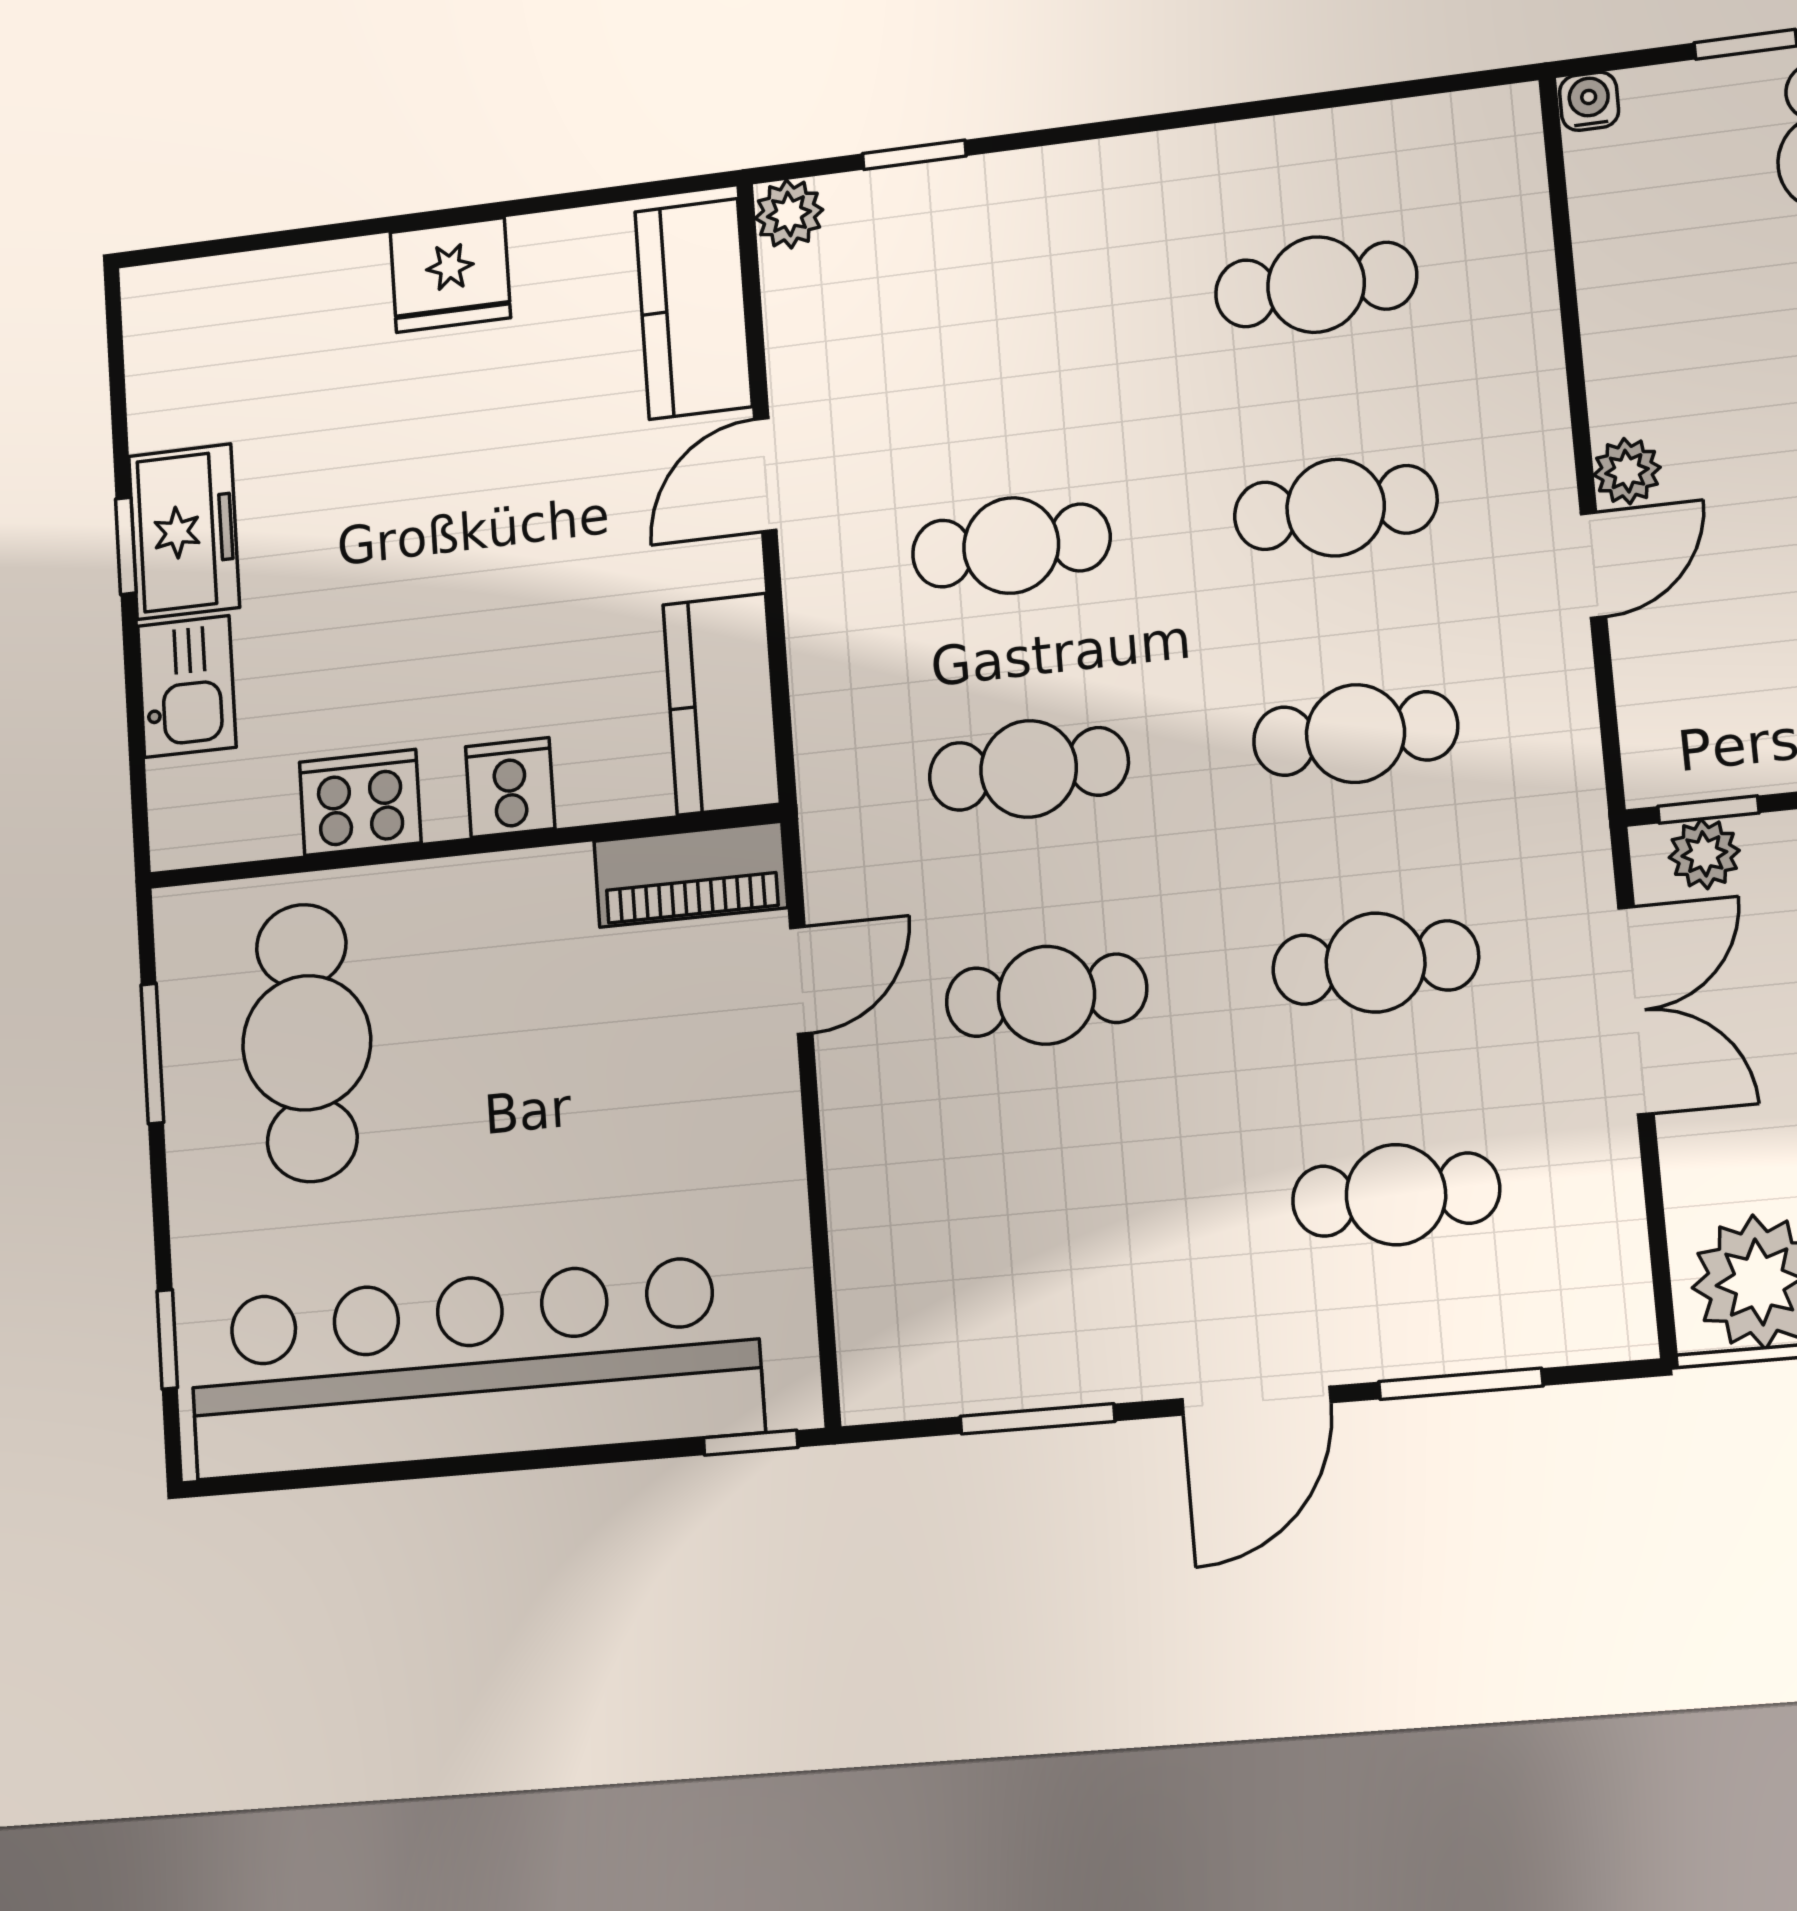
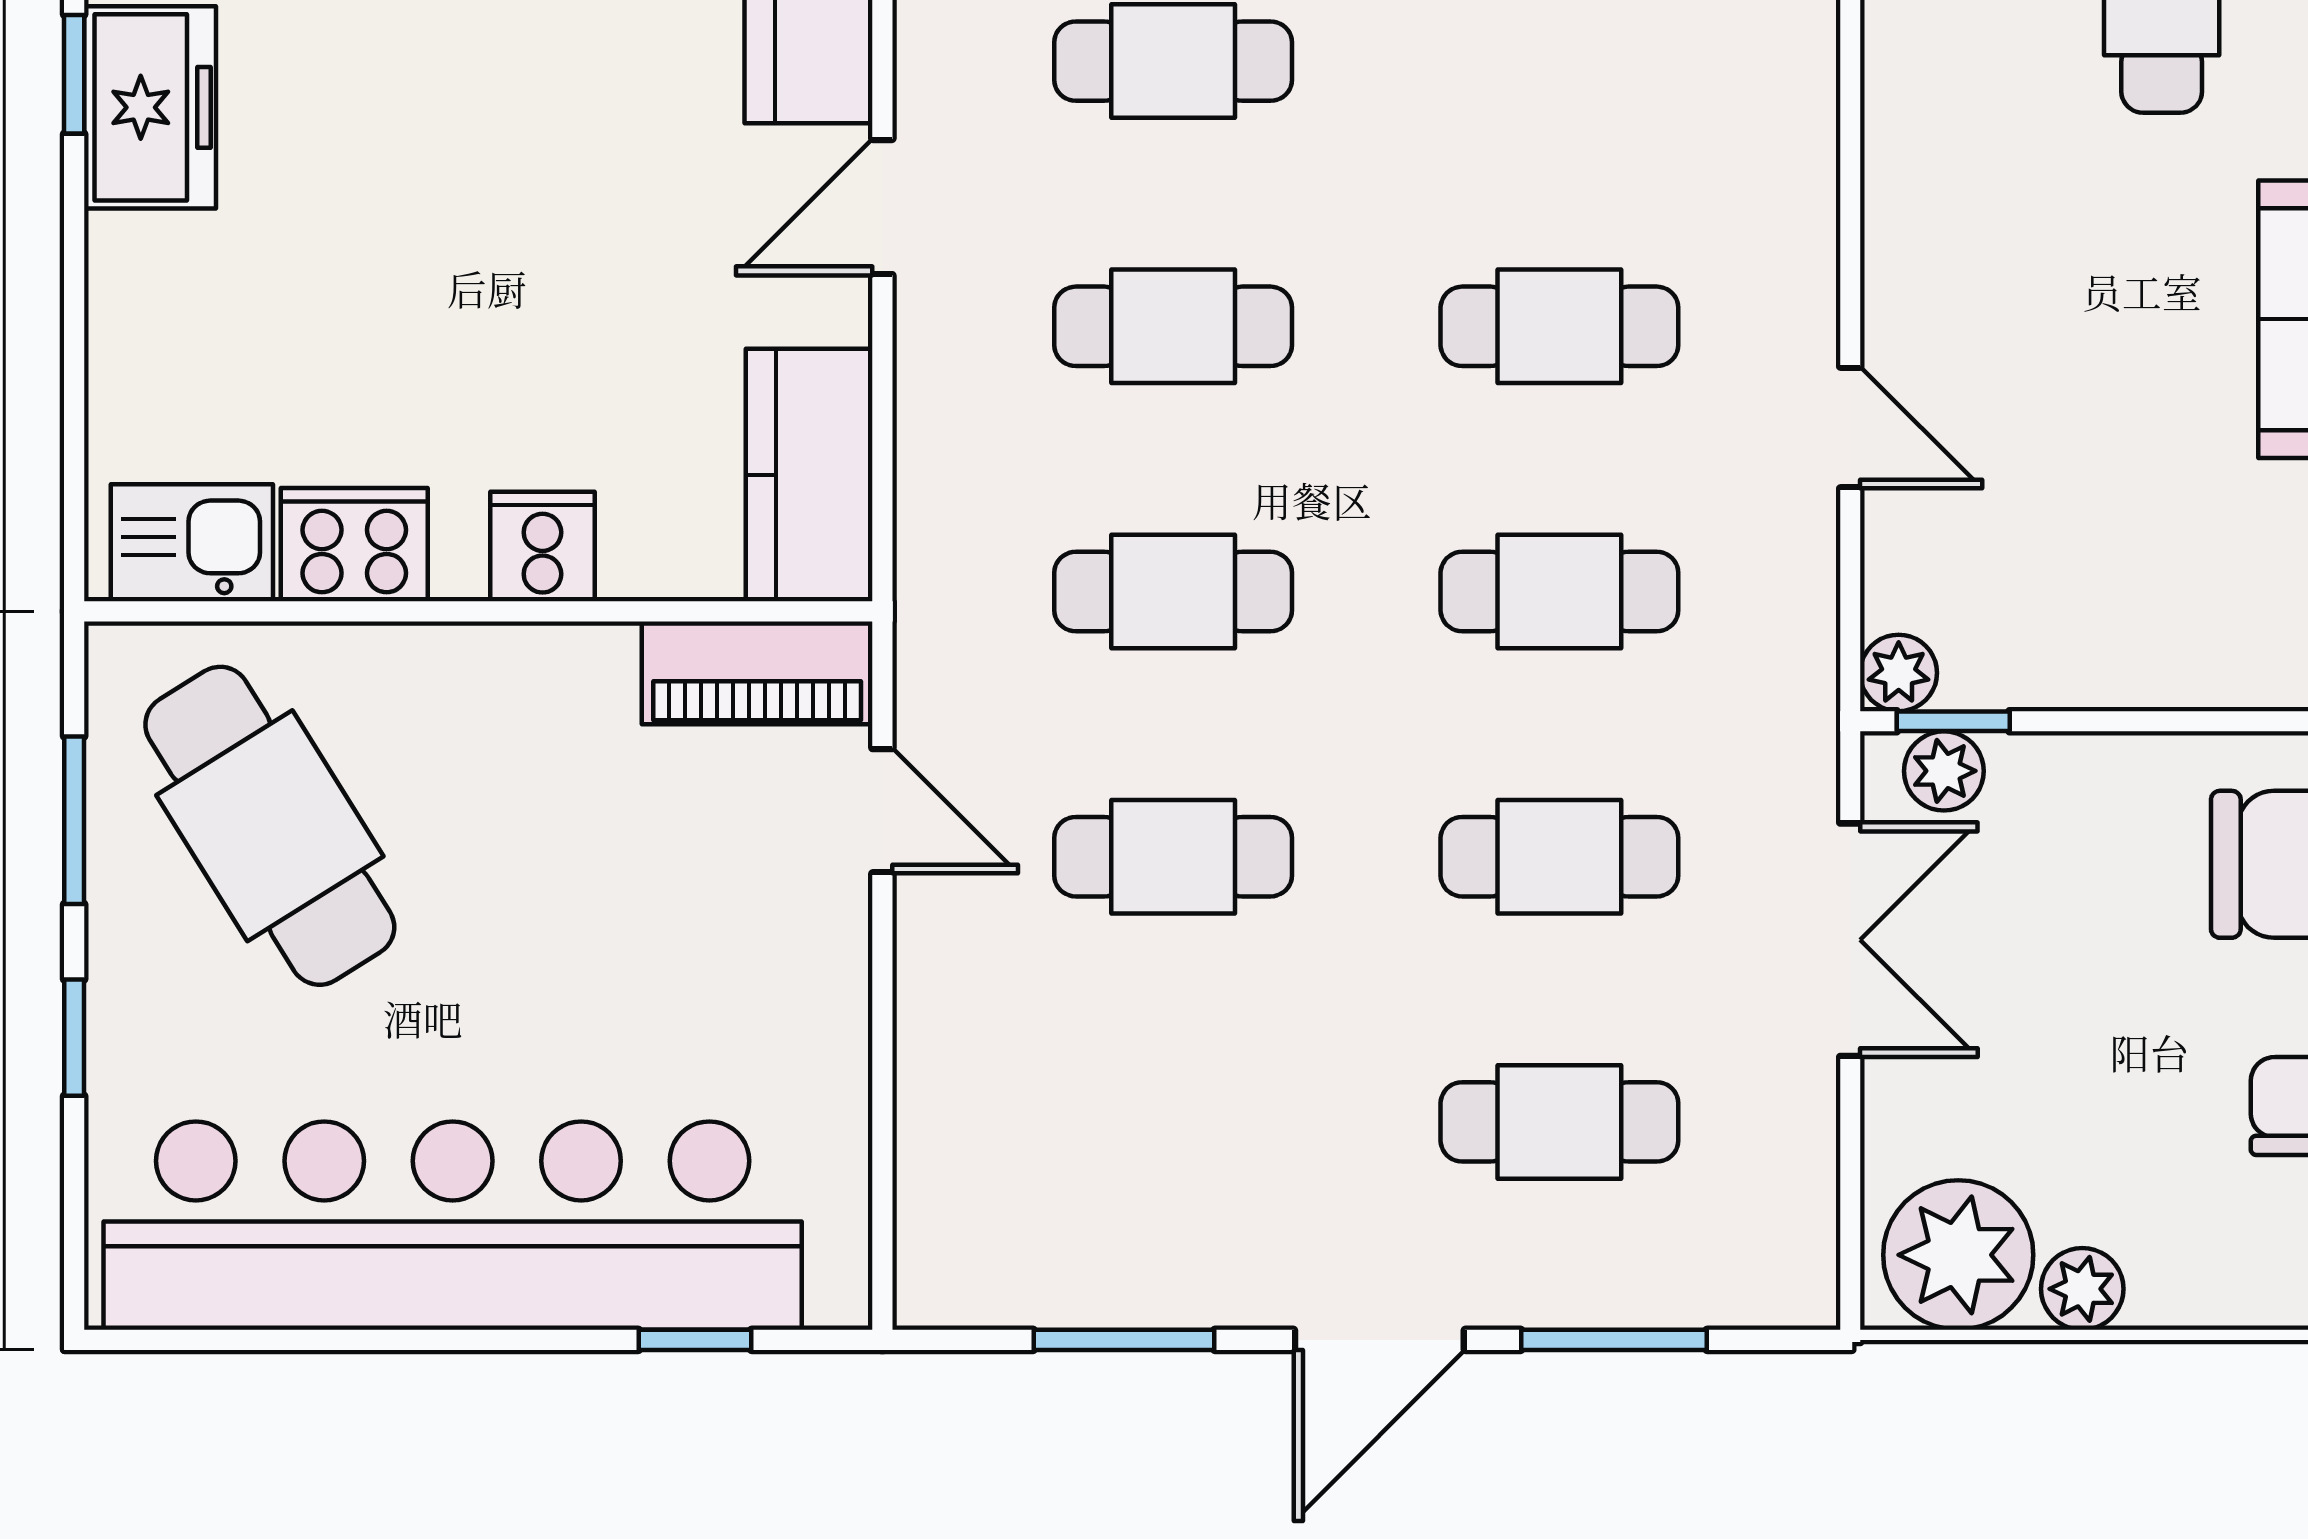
cafe table: (1316, 285) -> (1173, 61), moved
plant: (1627, 471) -> (1899, 673), moved
freezer: (184, 532) -> (150, 107), moved
window: (126, 546) -> (74, 74), moved
door: (1594, 565) -> (1850, 428), hinge flipped
kitchen sink: (187, 687) -> (192, 543), moved, turned -90
door: (801, 980) -> (882, 811), hinge flipped
cafe table: (307, 1043) -> (270, 826), turned -32
window: (167, 1339) -> (74, 1038), moved
window: (751, 1443) -> (695, 1340), moved

